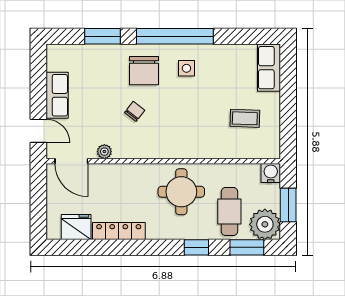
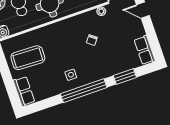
chair: (144, 71) -> (95, 65), removed
row of seats: (57, 95) -> (145, 50), moved
coffee table: (245, 118) -> (28, 58), width x1.86, depth x1.72

